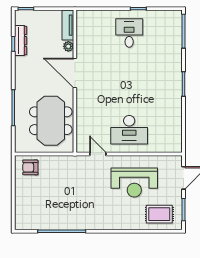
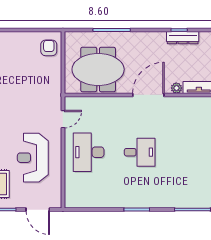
desk: (129, 33) -> (140, 152), moved

